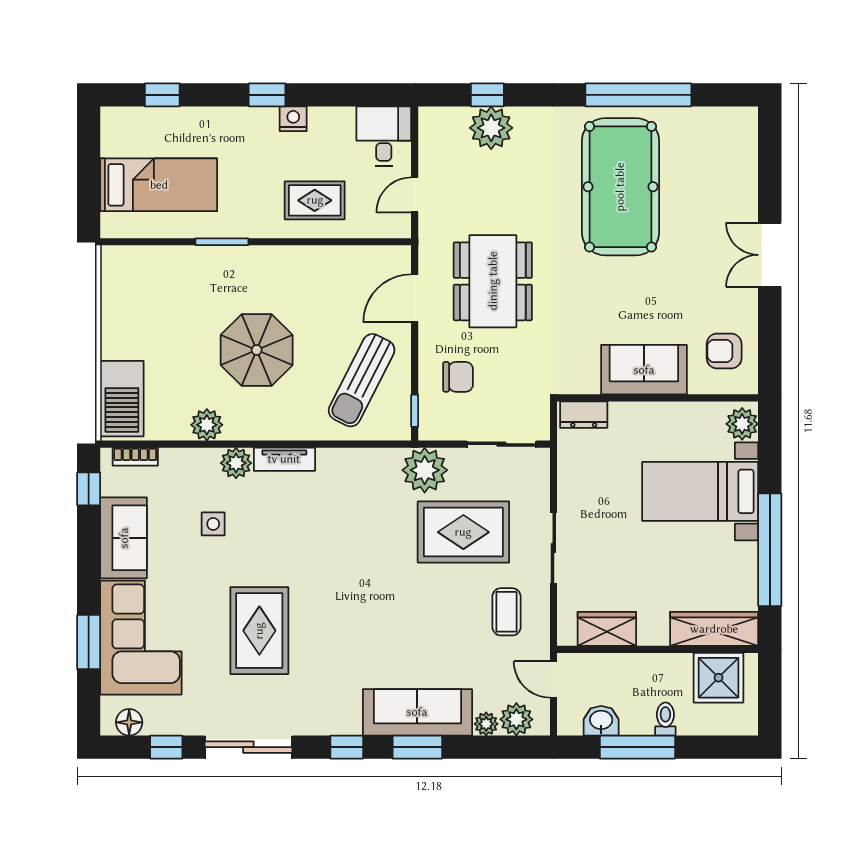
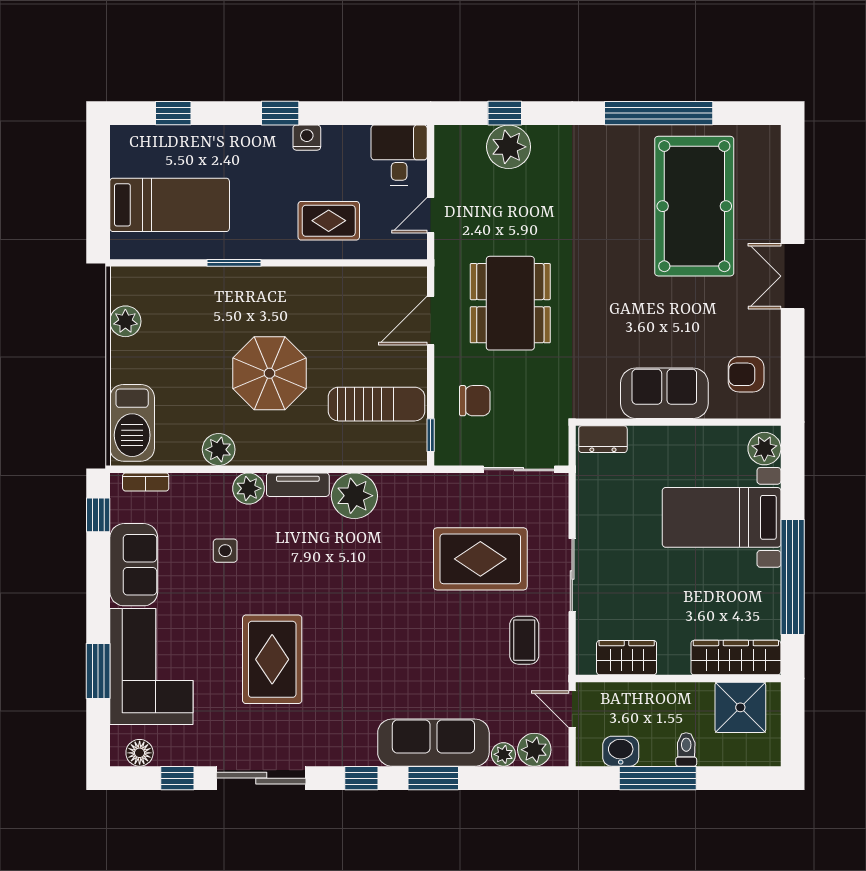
pool table: (620, 187) -> (694, 206), moved
plant: (115, 299) -> (125, 321), added
sun lounger: (362, 380) -> (376, 404), turned -117
plant: (425, 470) -> (354, 496), moved

